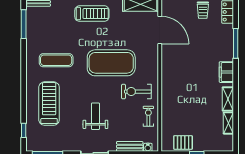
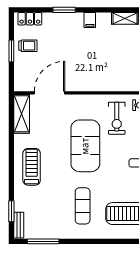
window: (236, 43) -> (64, 10), width x0.69
filing cabinet: (226, 72) -> (90, 20), width x0.50

